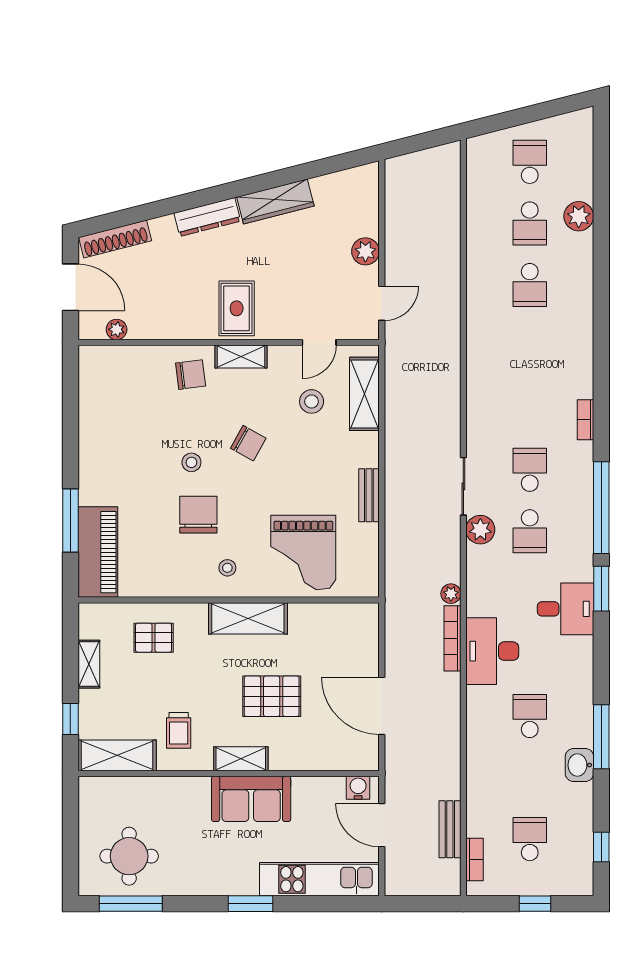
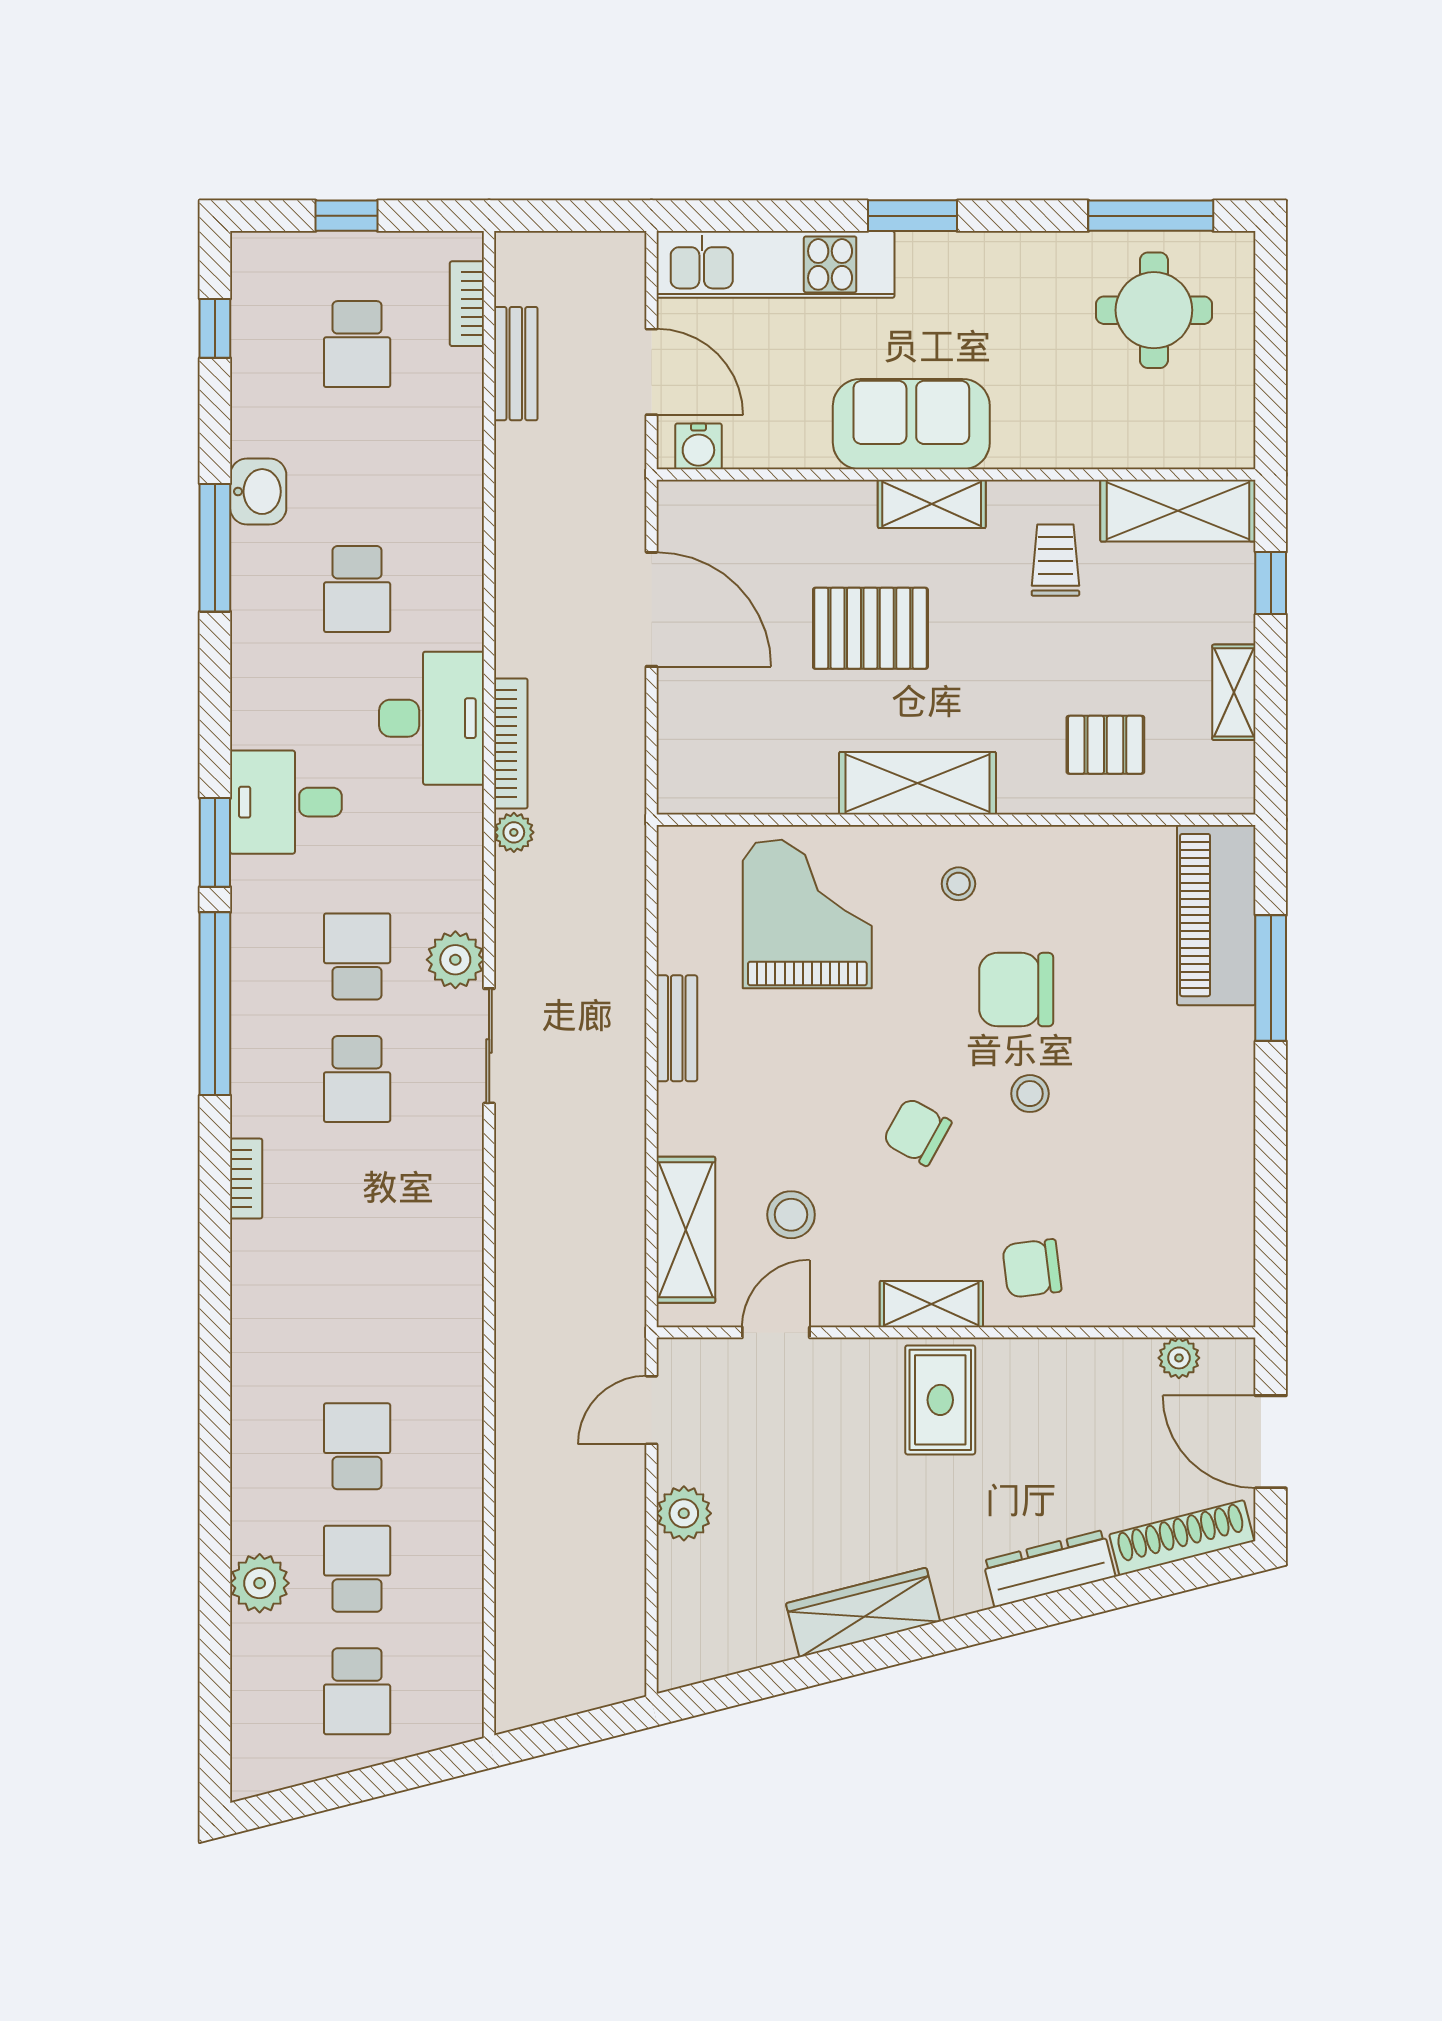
dresser: (207, 217) -> (1049, 1569), moved
chair: (198, 515) -> (1016, 990), turned 90

